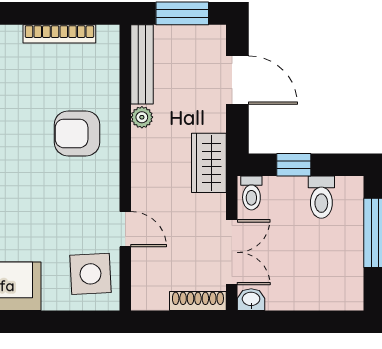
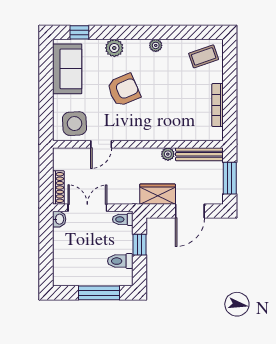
armchair: (77, 133) -> (124, 90), moved, turned 67
wardrobe: (209, 163) -> (158, 194), moved
double door: (232, 252) -> (87, 208), swing flipped

